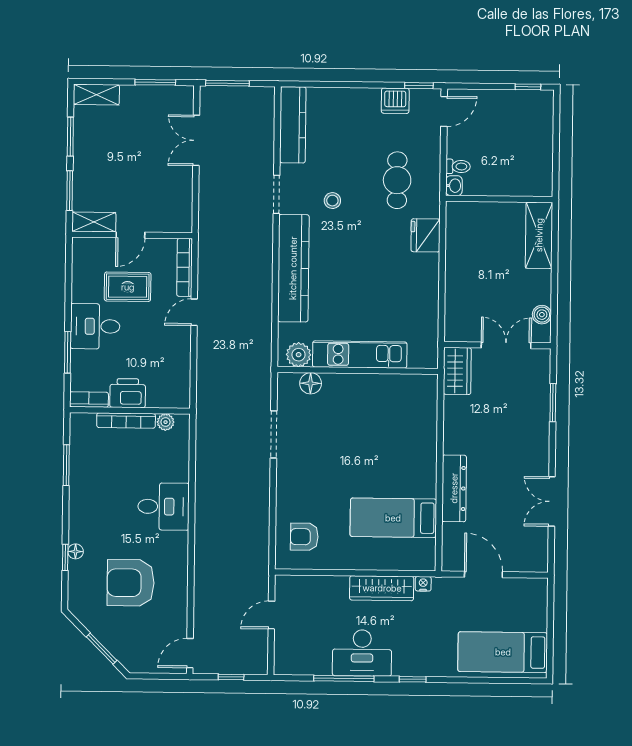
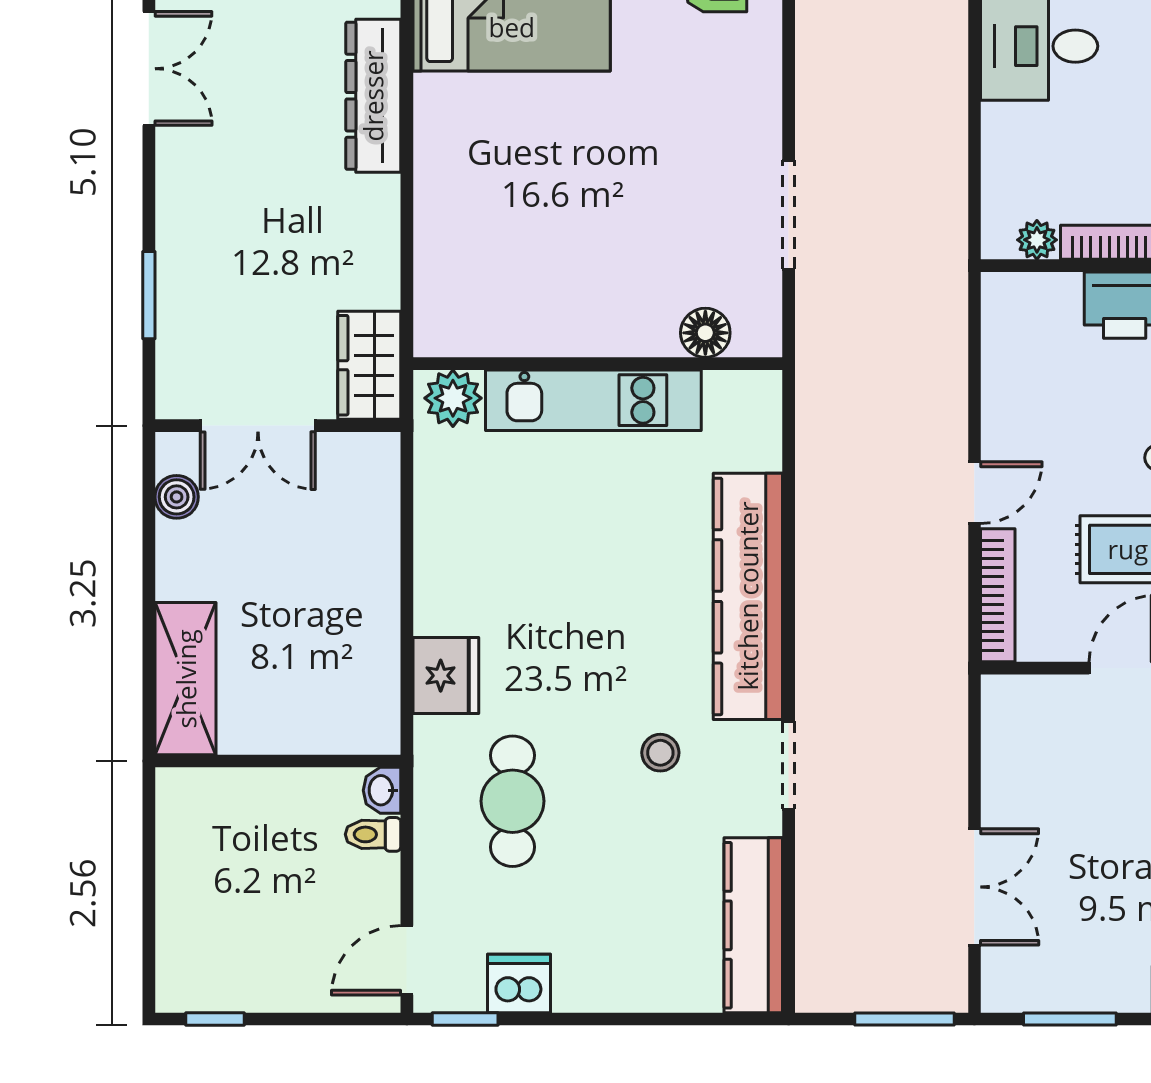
plant: (299, 355) -> (453, 398), moved

